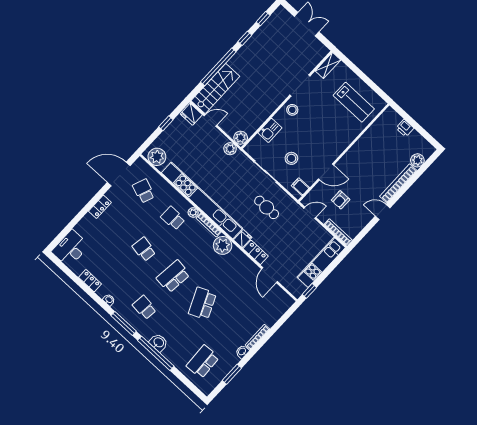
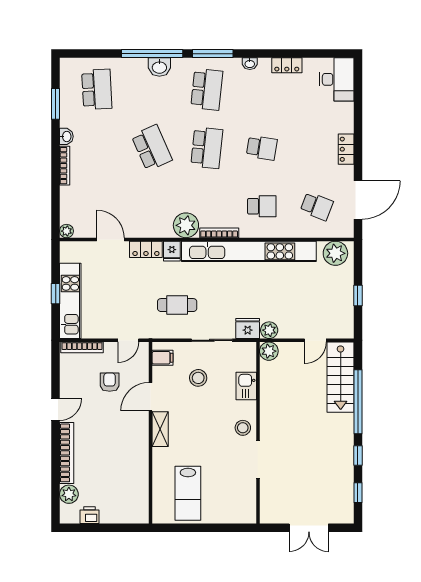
shelving: (328, 65) -> (160, 429), moved
lab bench: (354, 102) -> (188, 493), turned -90
fridge: (191, 114) -> (248, 329), moved
printer: (405, 128) -> (89, 515), moved
plant: (193, 212) -> (67, 231), moved
window: (309, 291) -> (56, 294), moved
school desk: (144, 307) -> (207, 89), width x1.85

